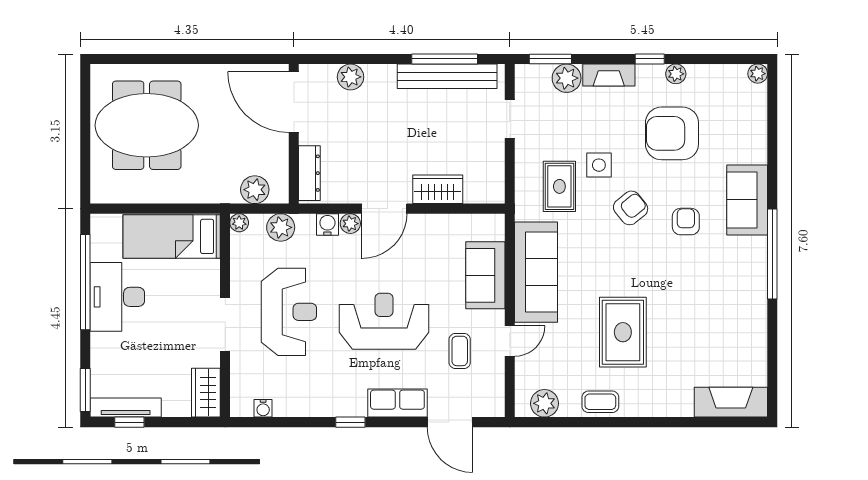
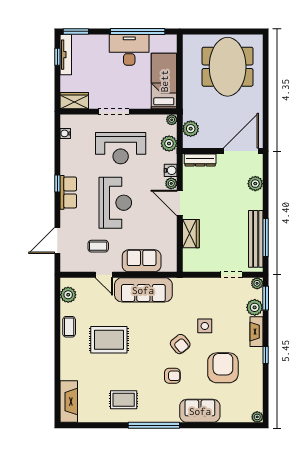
plant: (676, 74) -> (257, 283), moved
rug: (559, 186) -> (124, 400), moved
sofa: (747, 200) -> (200, 411), moved
row of seats: (397, 403) -> (68, 192), moved

